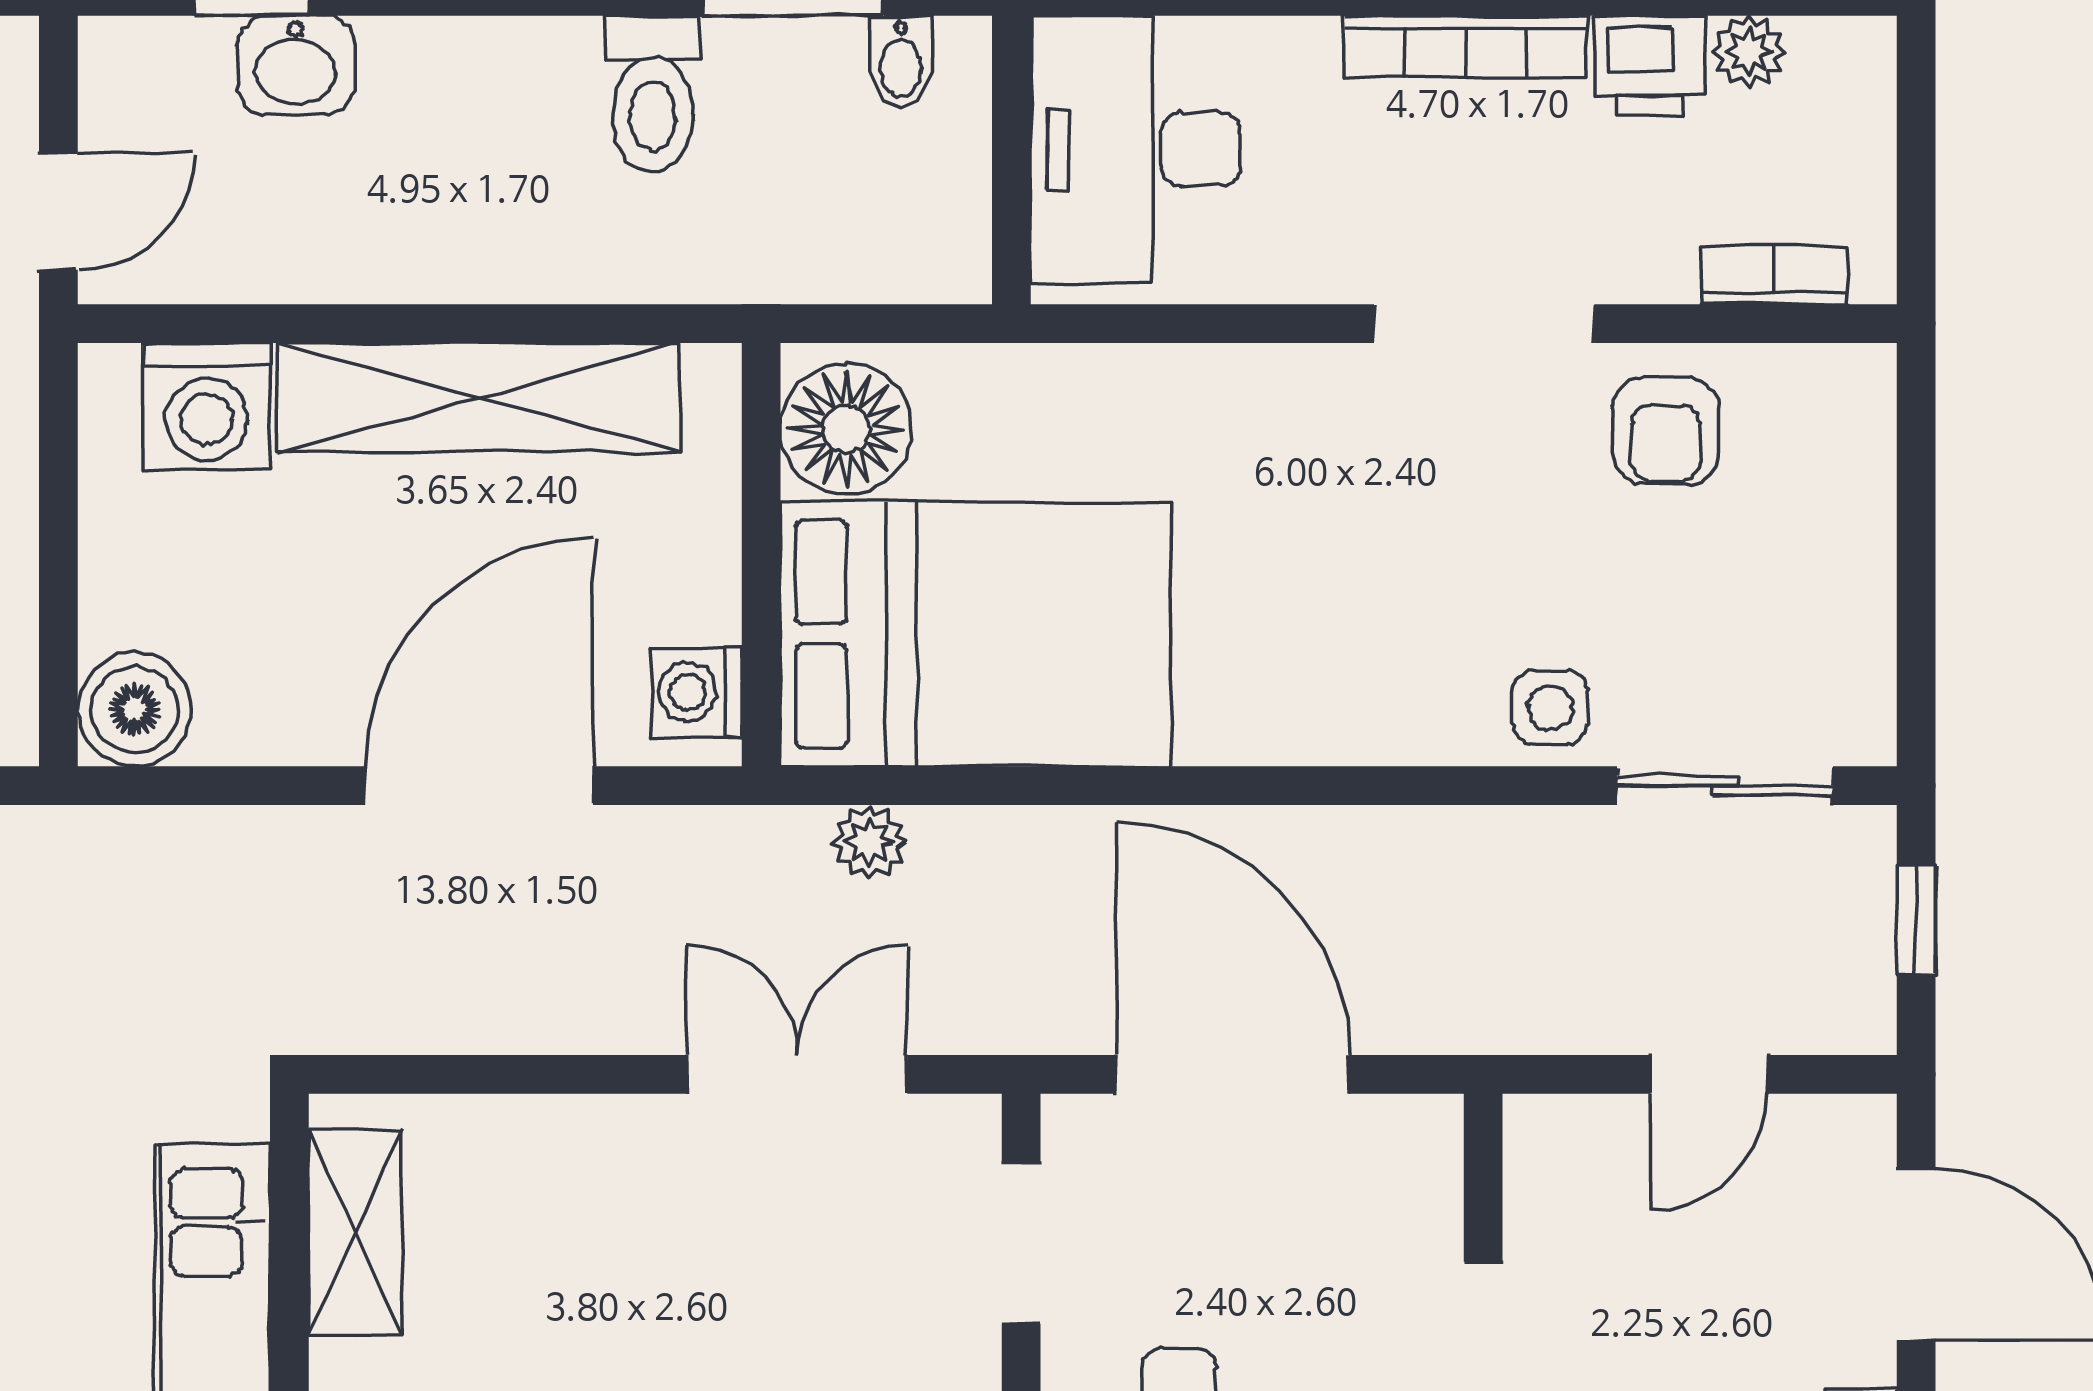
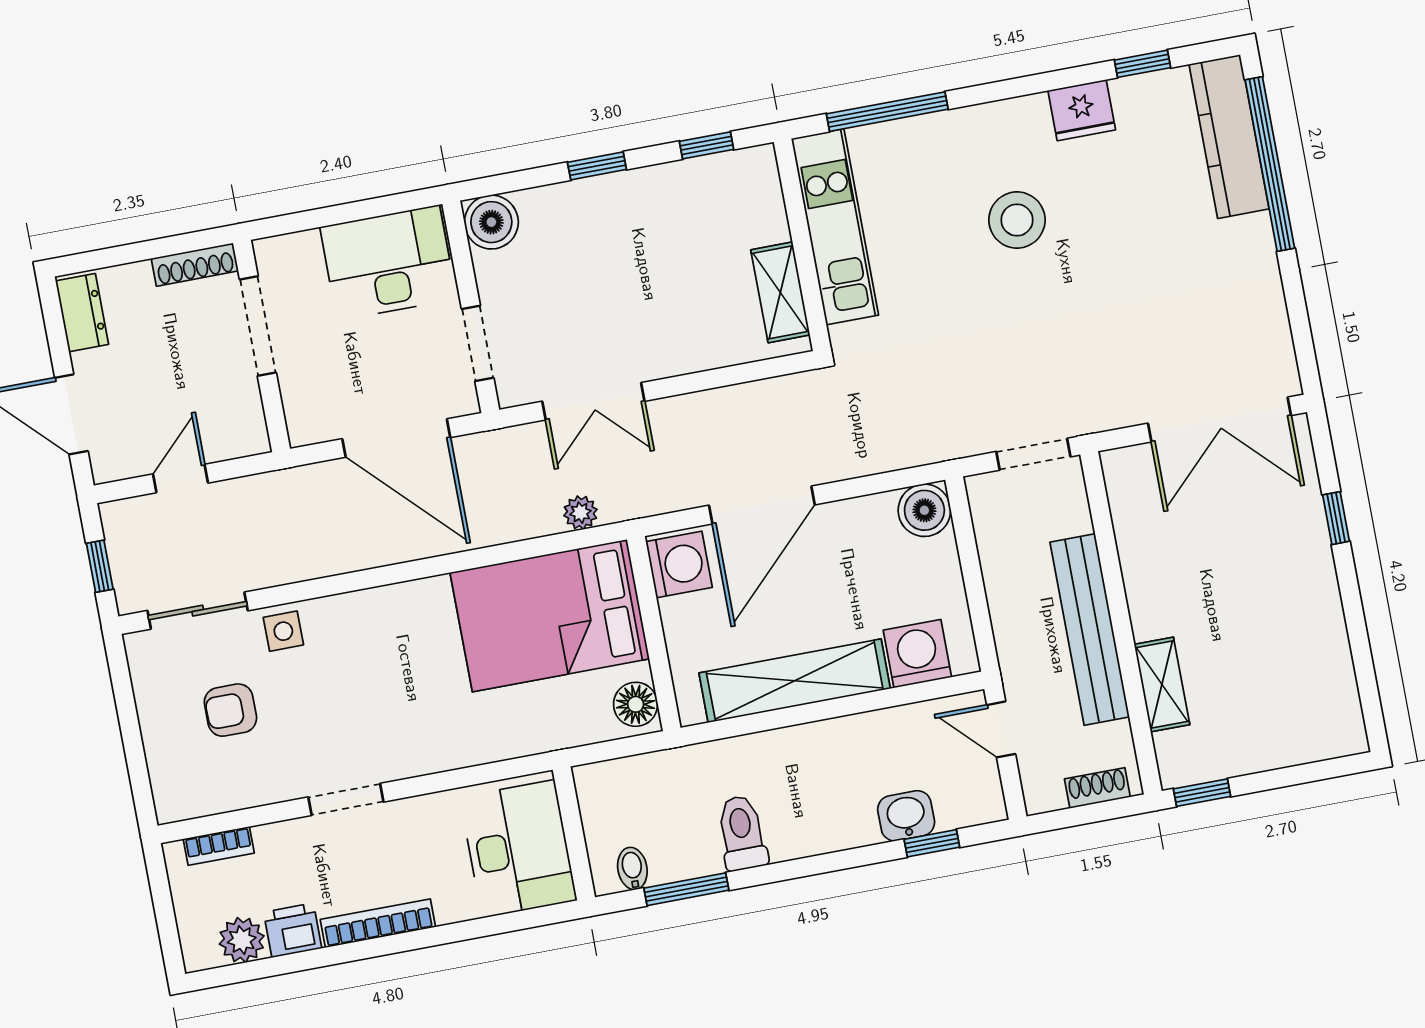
plant: (1749, 52) -> (242, 940), width x1.38, depth x1.38
door: (58, 211) -> (1001, 729), hinge flipped
doorway: (1484, 324) -> (346, 799), width x0.73
floor lamp: (846, 429) -> (636, 704), width x0.73, depth x0.73
armchair: (1666, 431) -> (230, 710), moved, turned -90
washing machine: (697, 692) -> (679, 564), width x1.38, depth x1.38

